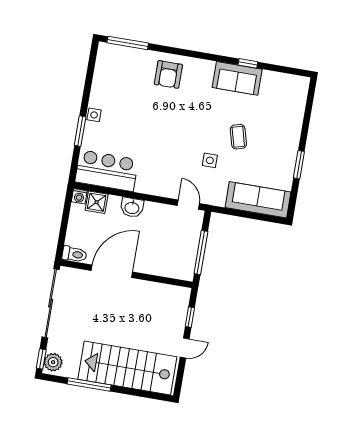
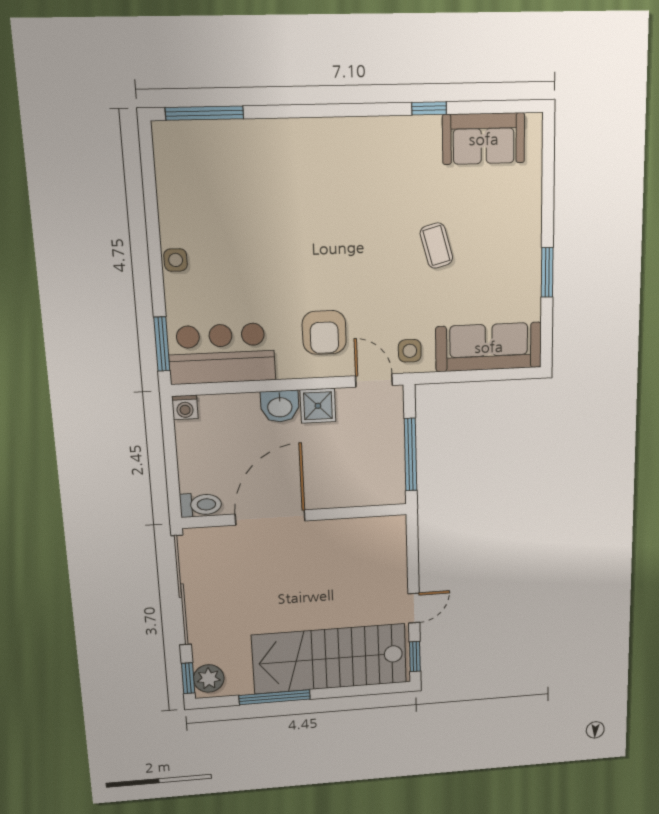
armchair: (168, 74) -> (324, 332), moved
sofa: (237, 78) -> (484, 139), moved
window: (80, 131) -> (162, 344), moved
side table: (210, 160) -> (410, 351), moved
shower: (97, 202) -> (318, 406), moved
window: (190, 317) -> (415, 657), moved

